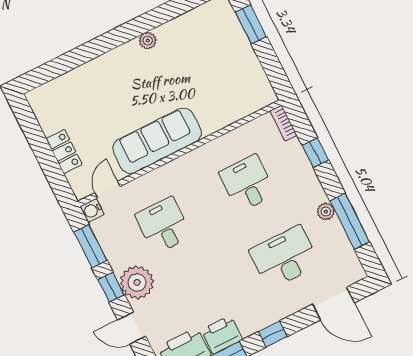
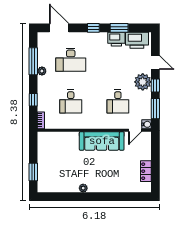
locker: (64, 152) -> (146, 171), moved

